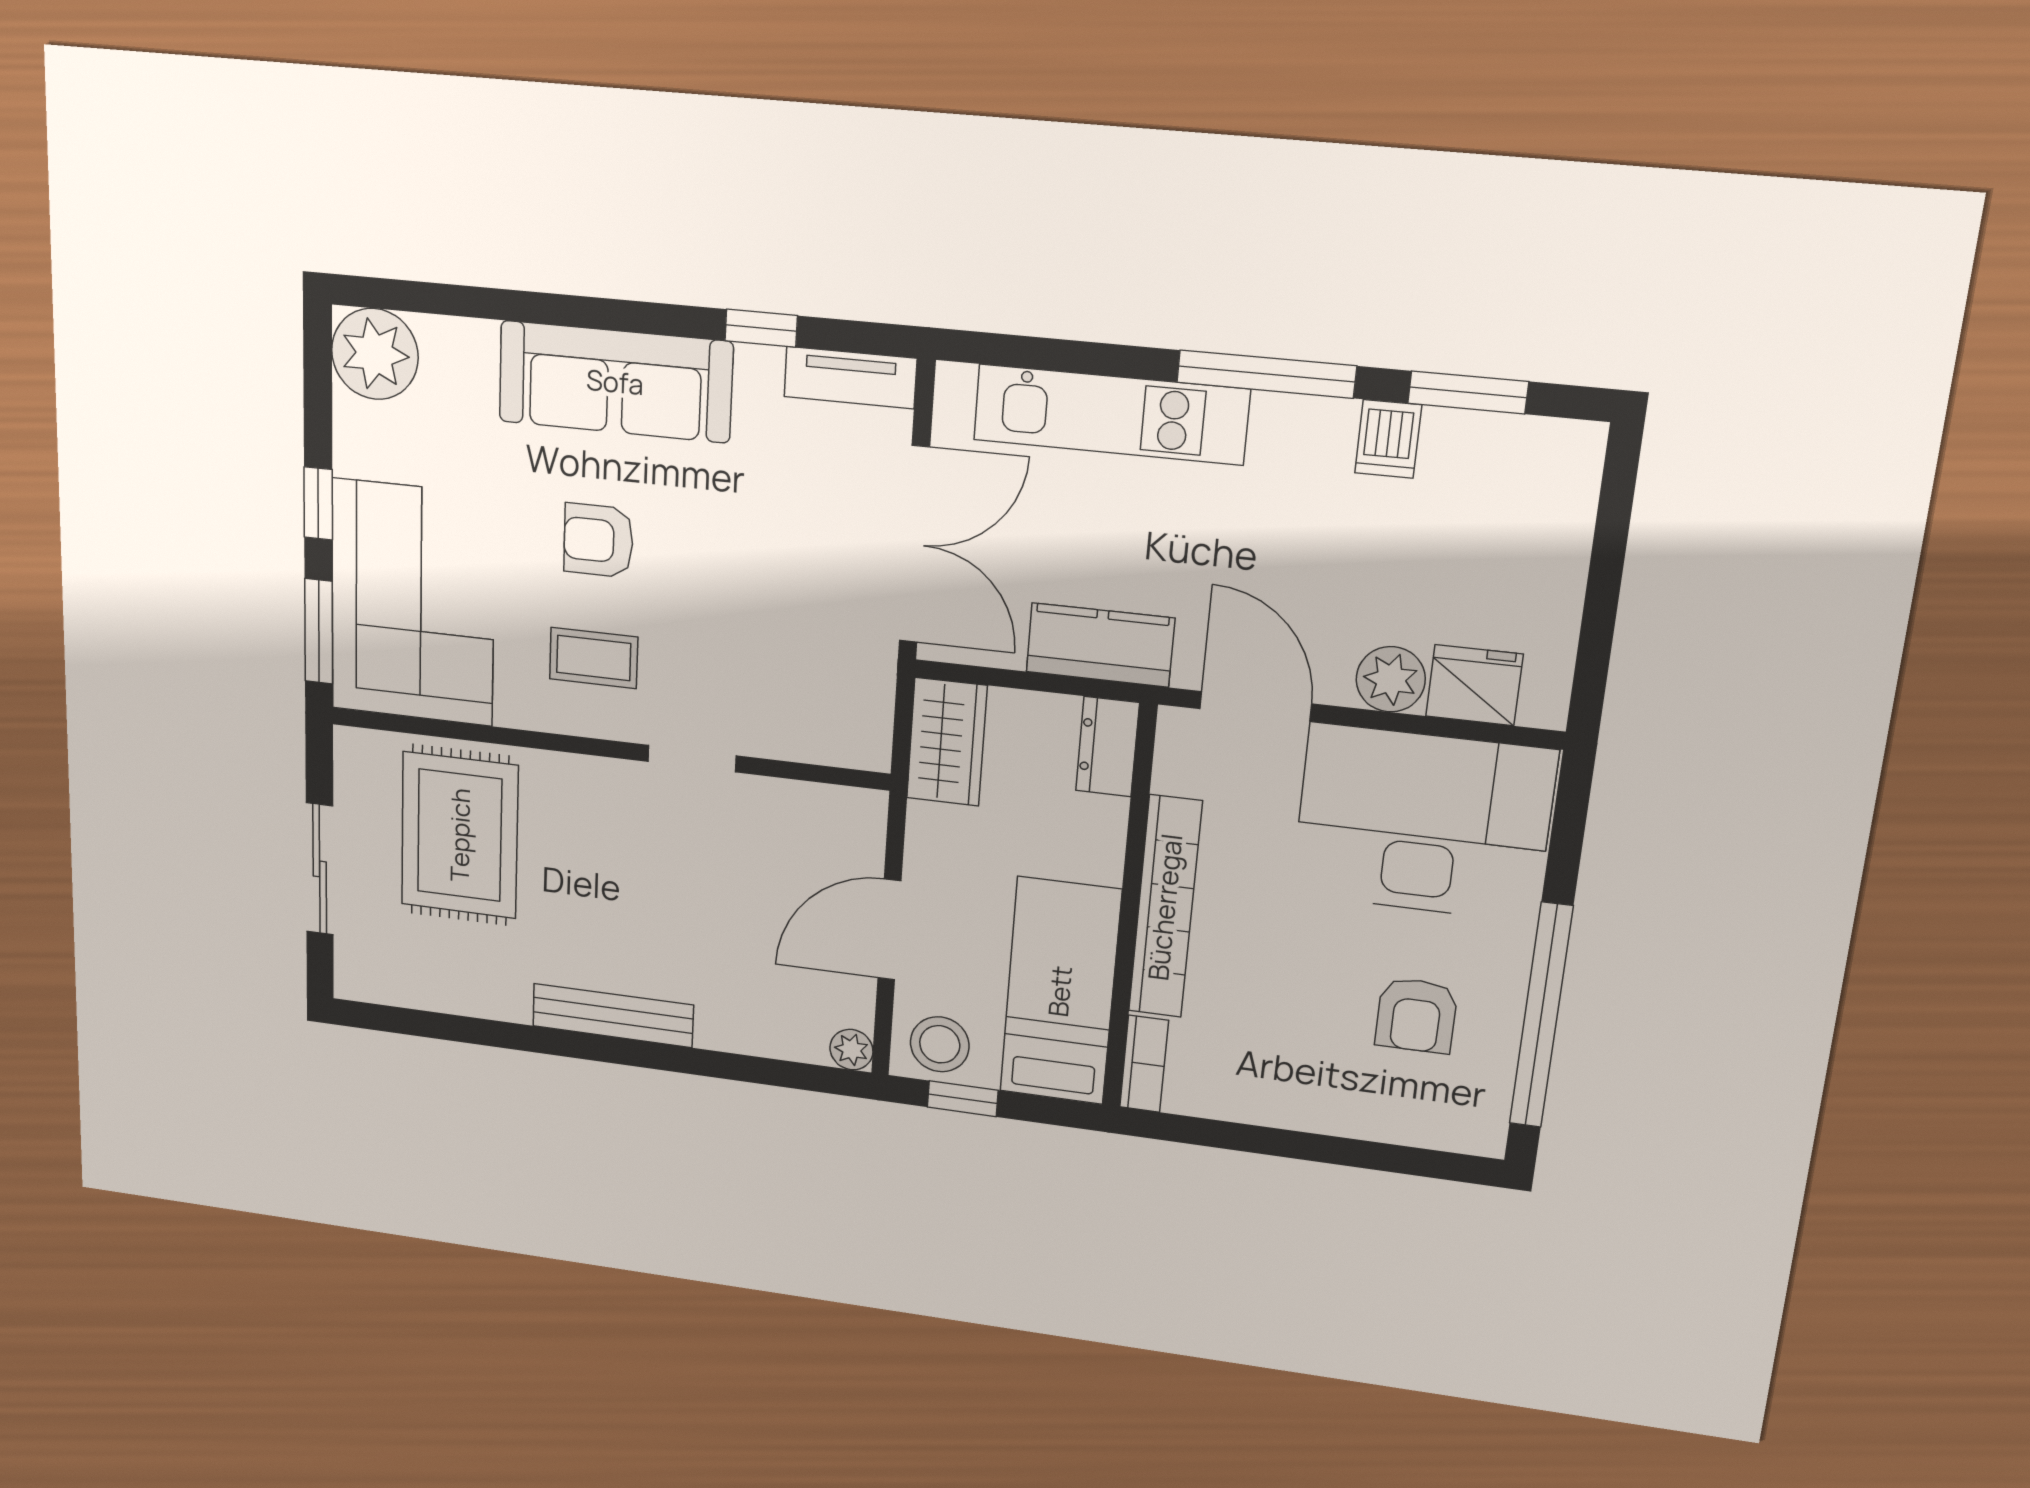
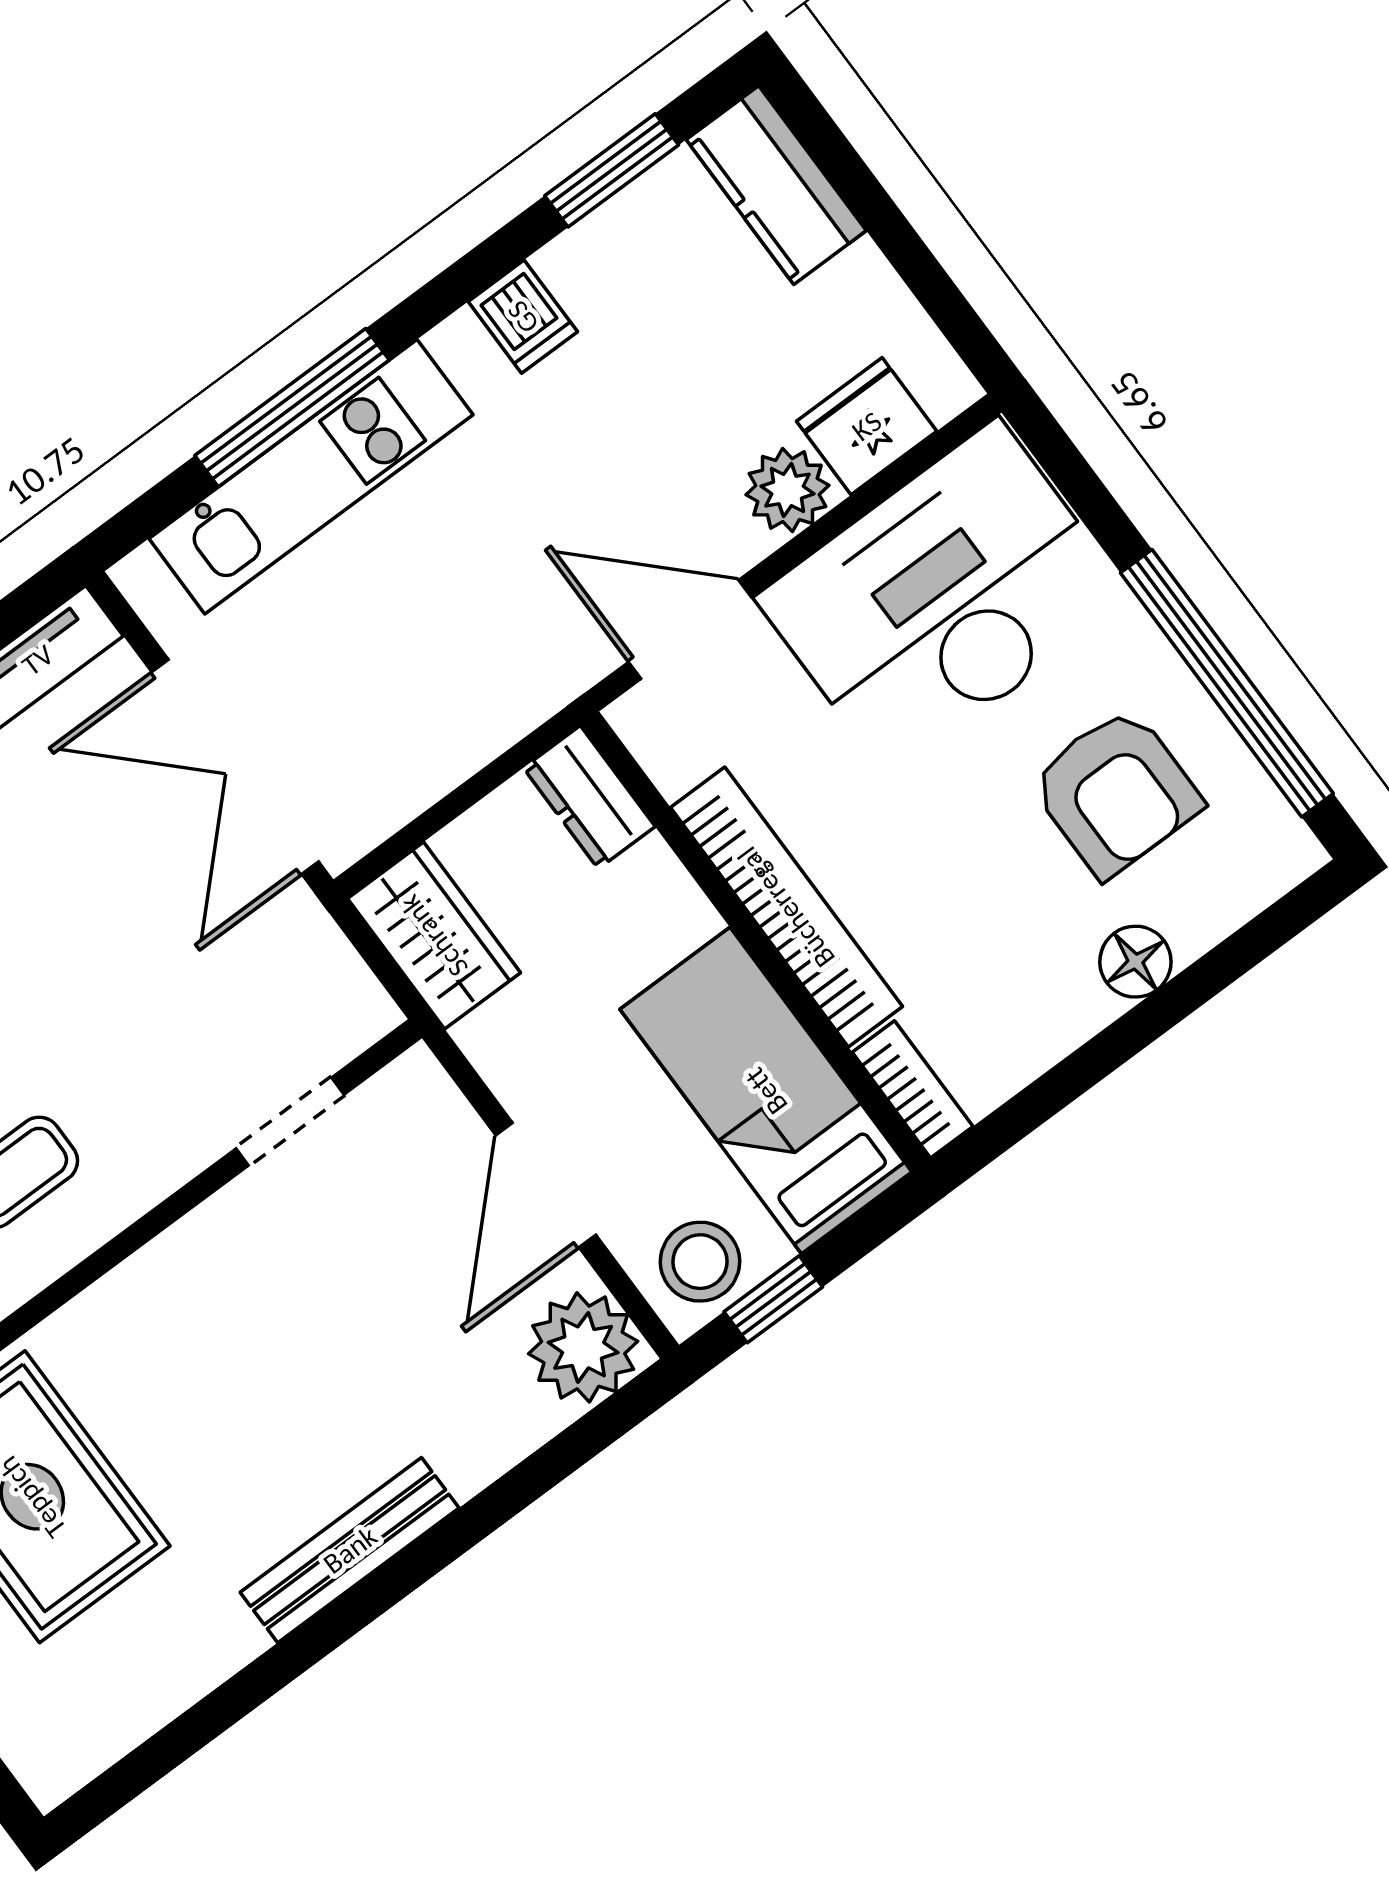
window: (1266, 374) -> (292, 408), moved
dishwasher: (1388, 439) -> (523, 317), moved
double door: (914, 545) -> (235, 767), swing flipped
kitchen counter: (1100, 645) -> (776, 185), moved, turned -90
doorway: (692, 759) -> (290, 1121), moved
armchair: (1416, 1015) -> (1116, 792), width x1.38, depth x1.38
plant: (851, 1050) -> (583, 1347), width x1.88, depth x1.88
floor lamp: (1336, 1111) -> (1135, 962), added

